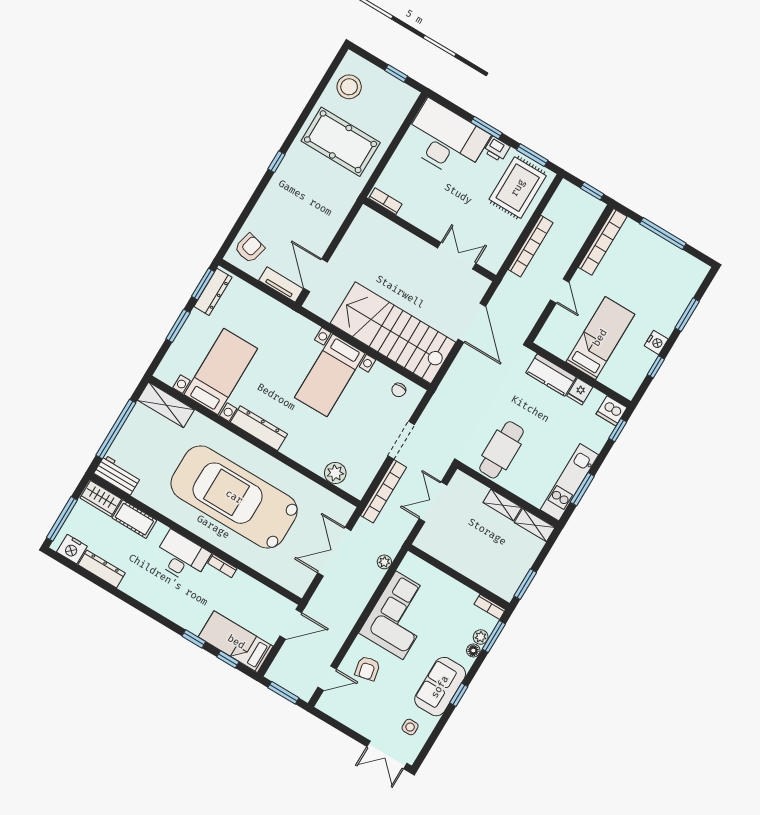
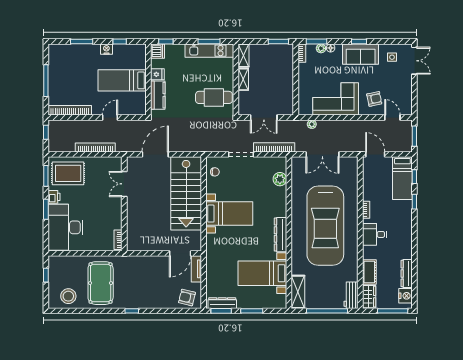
desk: (182, 557) -> (374, 234), width x0.73

